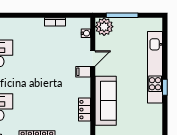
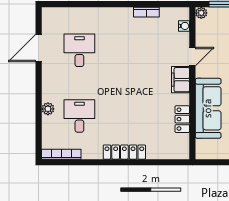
plant: (104, 27) -> (201, 13), width x0.53, depth x0.53
filing cabinet: (83, 72) -> (181, 80), width x2.00

